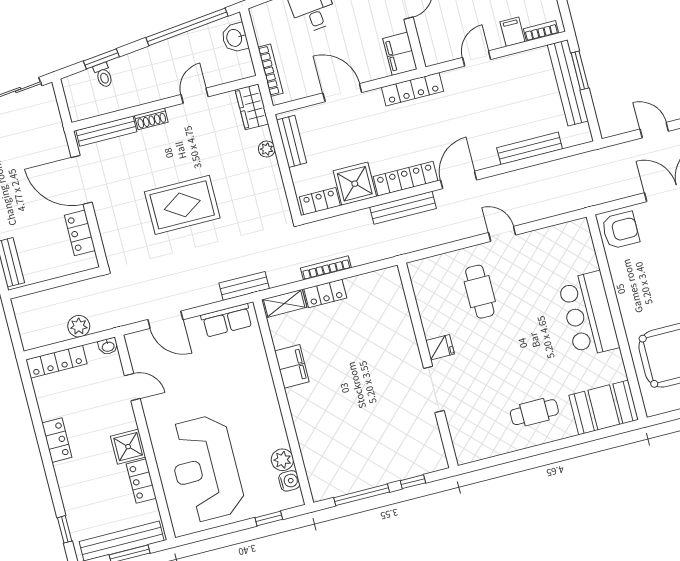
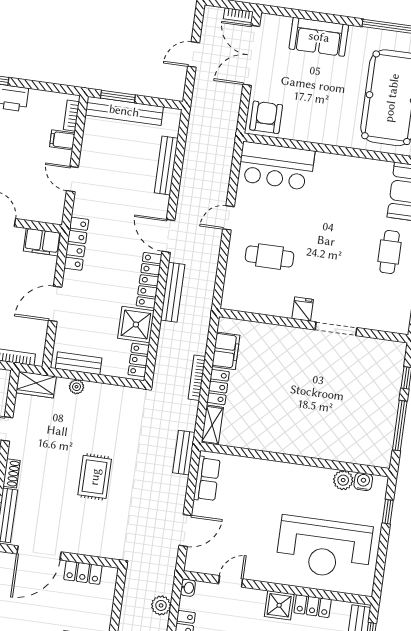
rug: (182, 205) -> (95, 477), width x0.73, depth x0.70
bar counter: (589, 314) -> (276, 166), moved
filing cabinet: (292, 366) -> (226, 351), moved, turned 90

